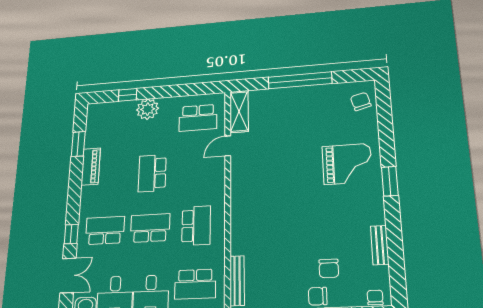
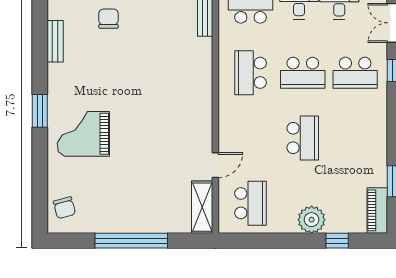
school desk: (198, 118) -> (251, 203), turned 90
piano: (91, 167) -> (377, 210), moved

